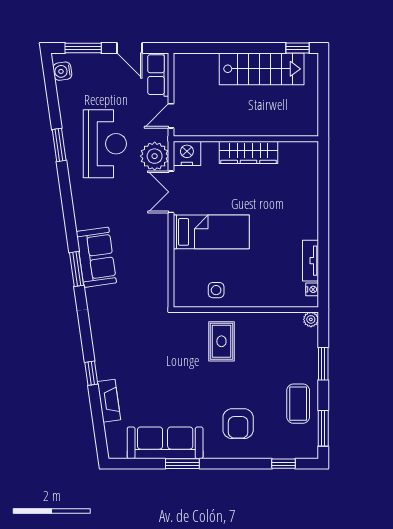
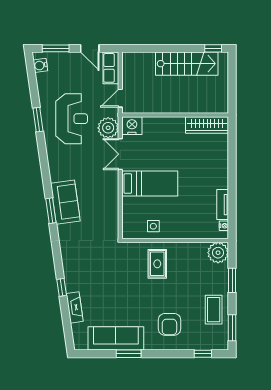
wardrobe: (249, 152) -> (207, 125), moved
plant: (311, 319) -> (218, 253), width x1.88, depth x1.88

